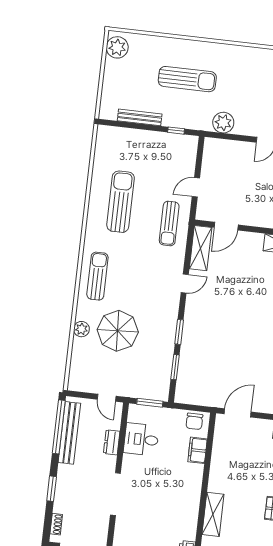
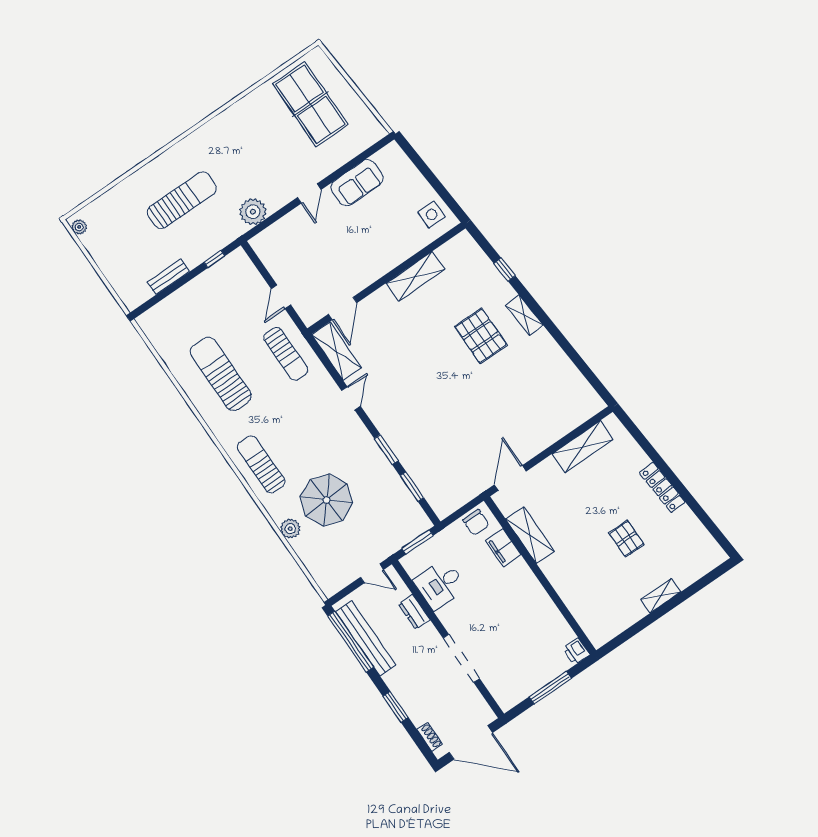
plant: (117, 47) -> (79, 227), width x0.53, depth x0.53
bench: (140, 117) -> (168, 277), width x0.73
shelving: (213, 514) -> (530, 535), moved

